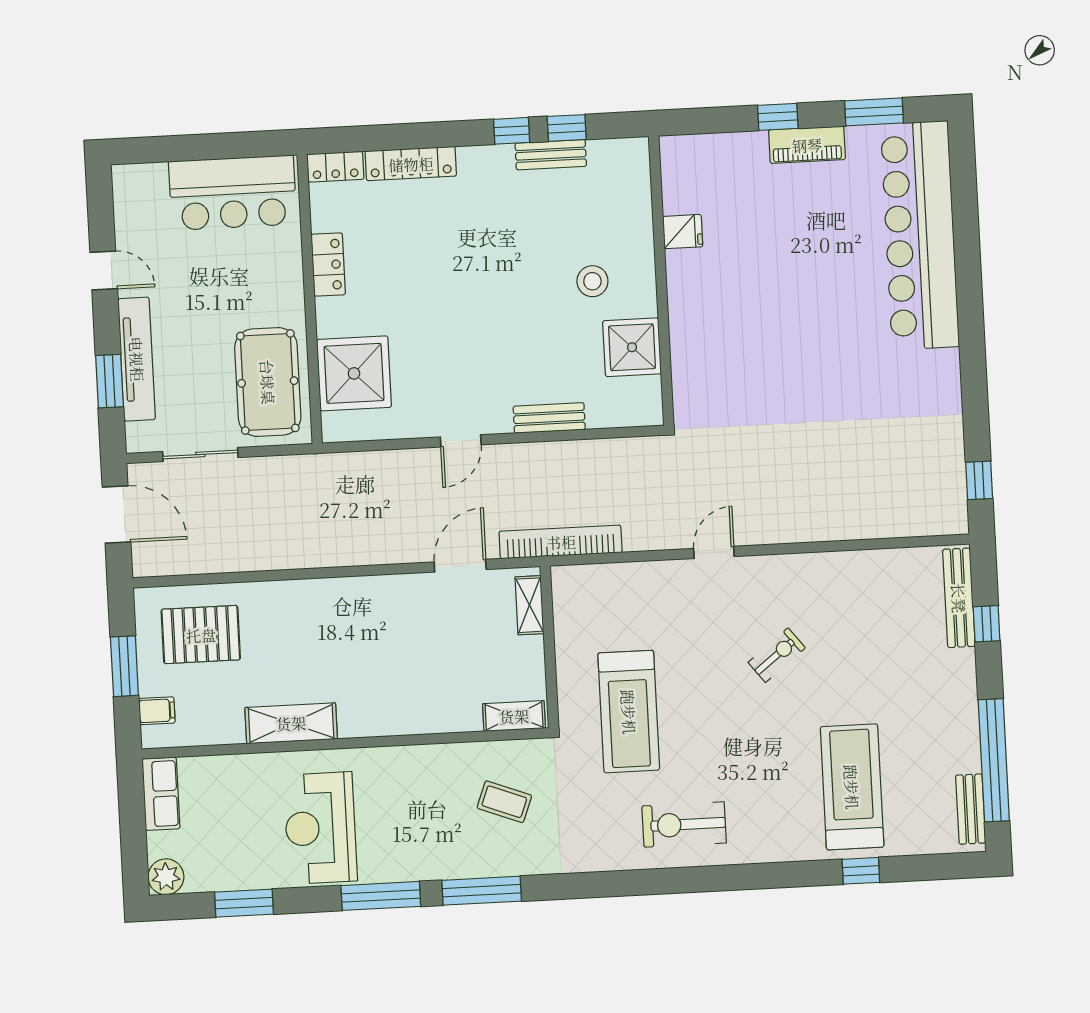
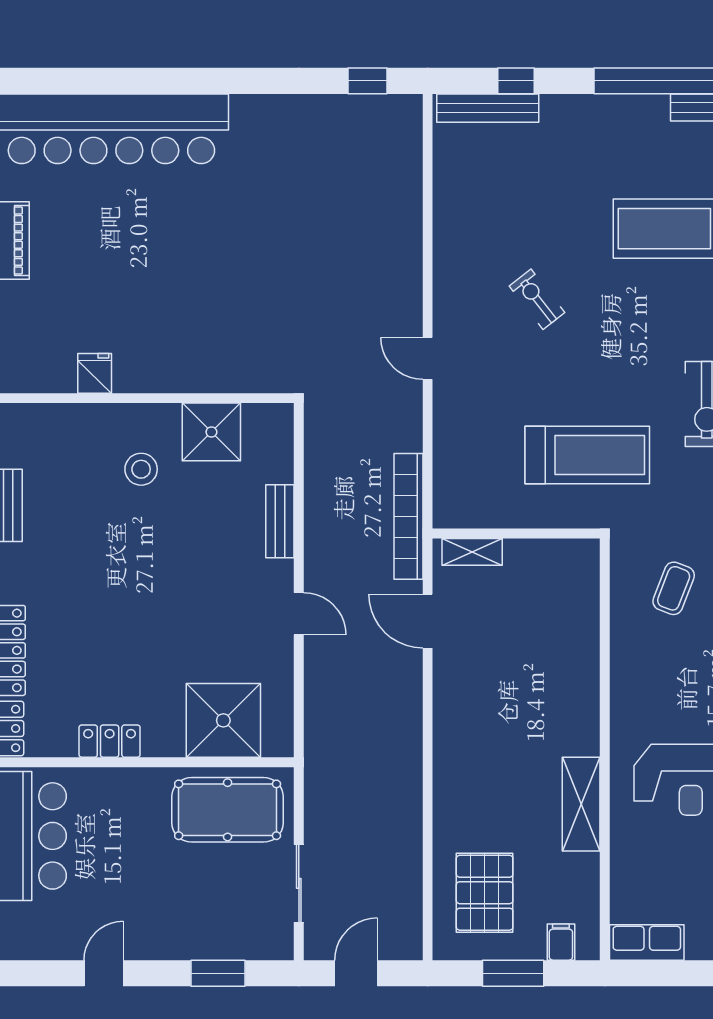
tv unit: (137, 359) -> (197, 944), removed
door: (116, 514) -> (356, 973), width x0.73
shelving: (514, 716) -> (586, 574), removed

